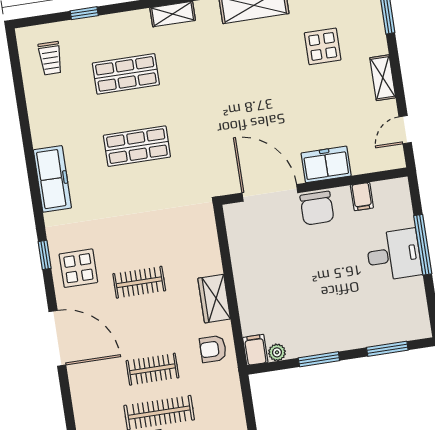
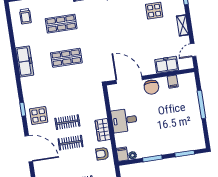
freezer: (326, 164) -> (167, 65), moved
freezer: (52, 179) -> (25, 61), moved
desk: (394, 255) -> (124, 120), moved, turned 180
clothes rail: (152, 369) -> (71, 143), moved

